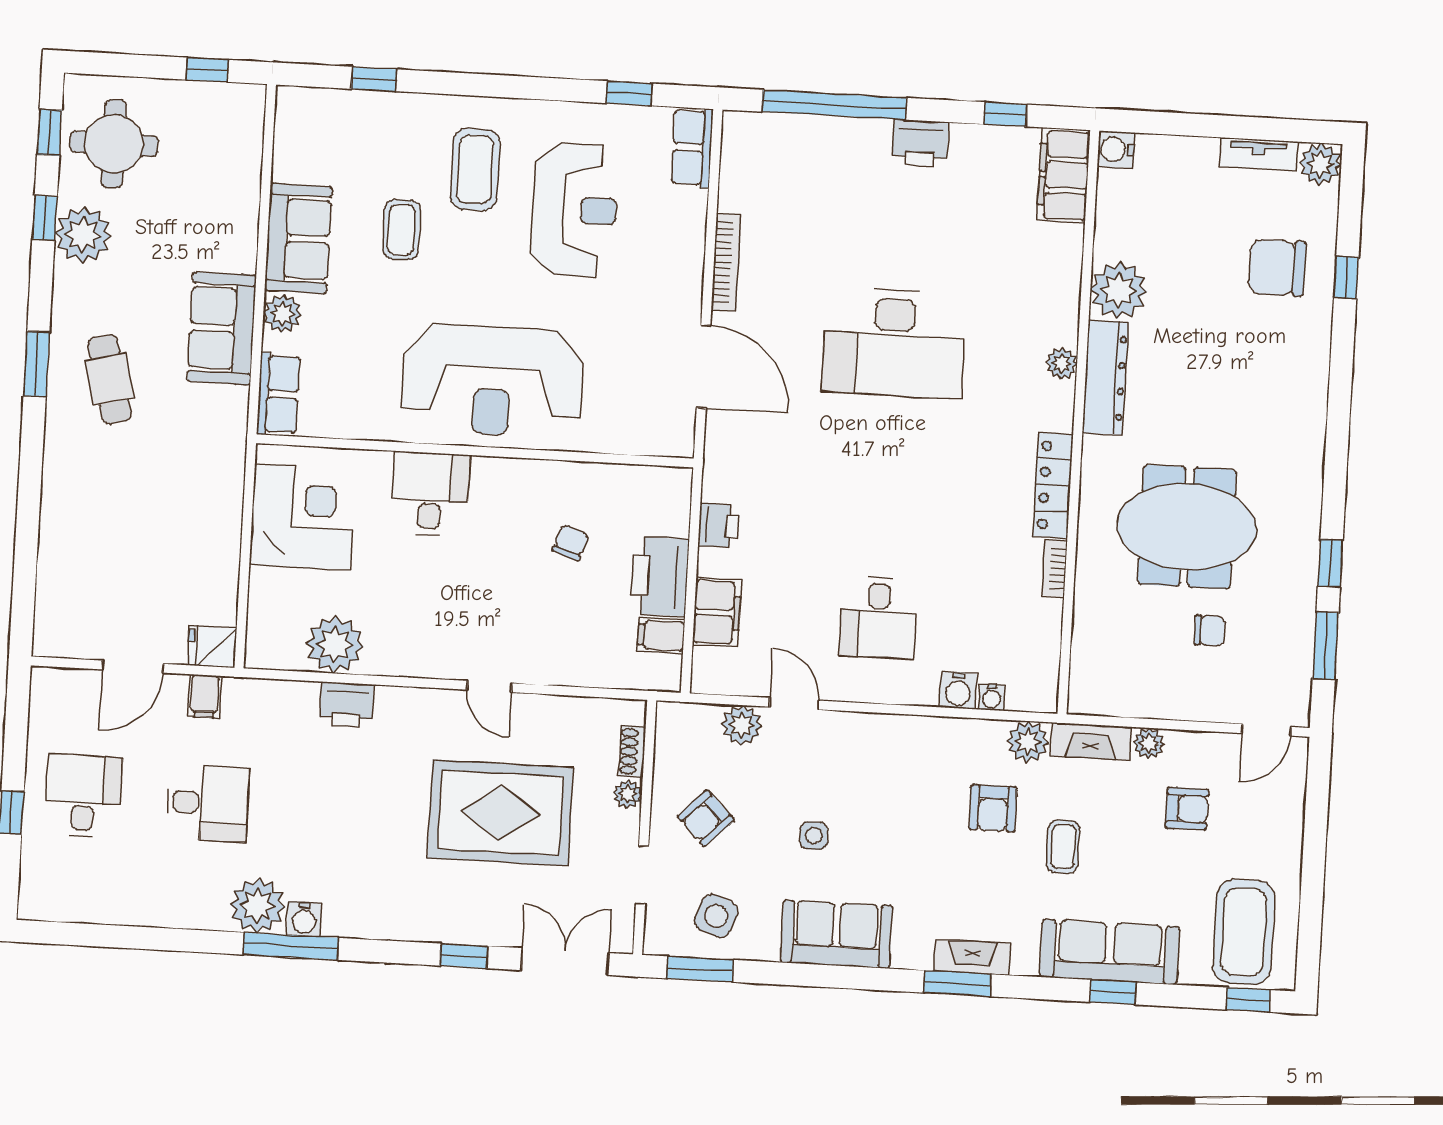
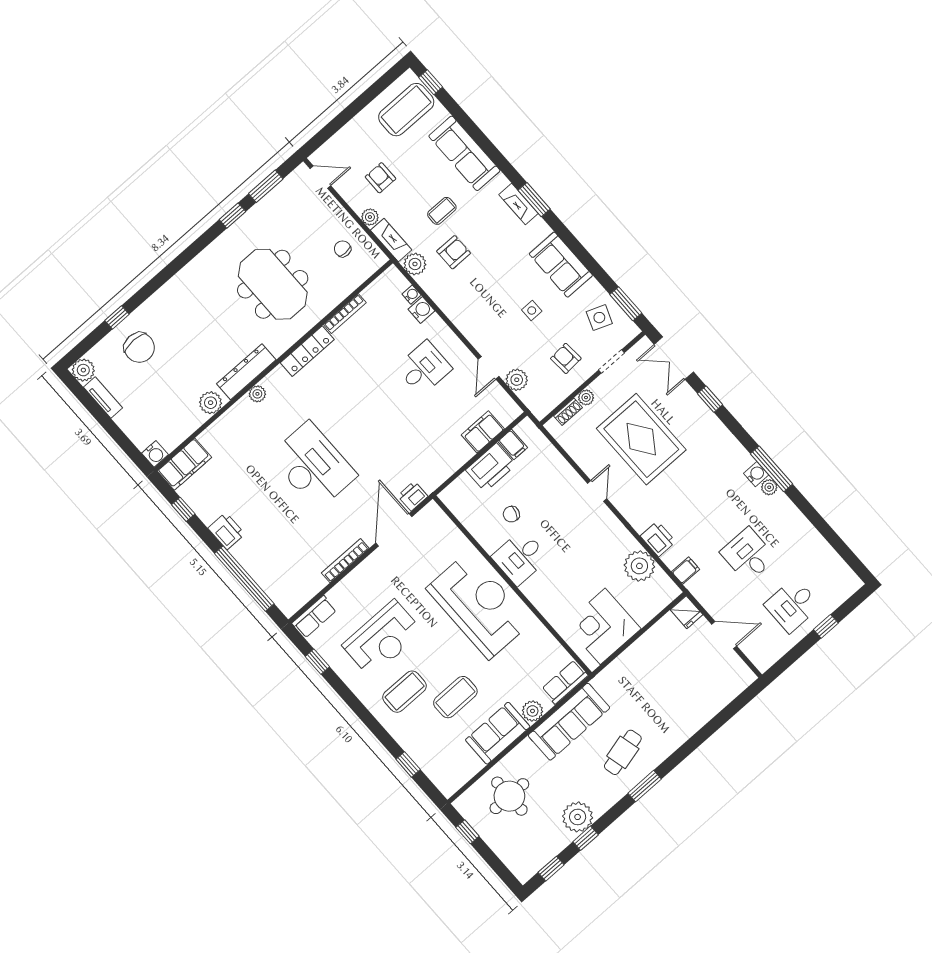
round table: (114, 144) -> (509, 796), moved
reception desk: (574, 210) -> (383, 638), turned 180
coffee table: (401, 230) -> (455, 697), width x1.36, depth x1.30
plant: (1119, 290) -> (211, 403), width x0.73, depth x0.73
sofa: (222, 328) -> (569, 722), width x1.36
desk: (430, 494) -> (520, 557), moved
printer: (718, 525) -> (413, 496), moved
bookcase: (1055, 568) -> (345, 314), width x1.56
chair: (1210, 631) -> (343, 249), moved
filing cabinet: (205, 696) -> (686, 571), moved
armchair: (706, 818) -> (566, 358), turned -139
plant: (257, 906) -> (769, 487), width x0.53, depth x0.53
window: (1113, 992) -> (479, 137), removed

